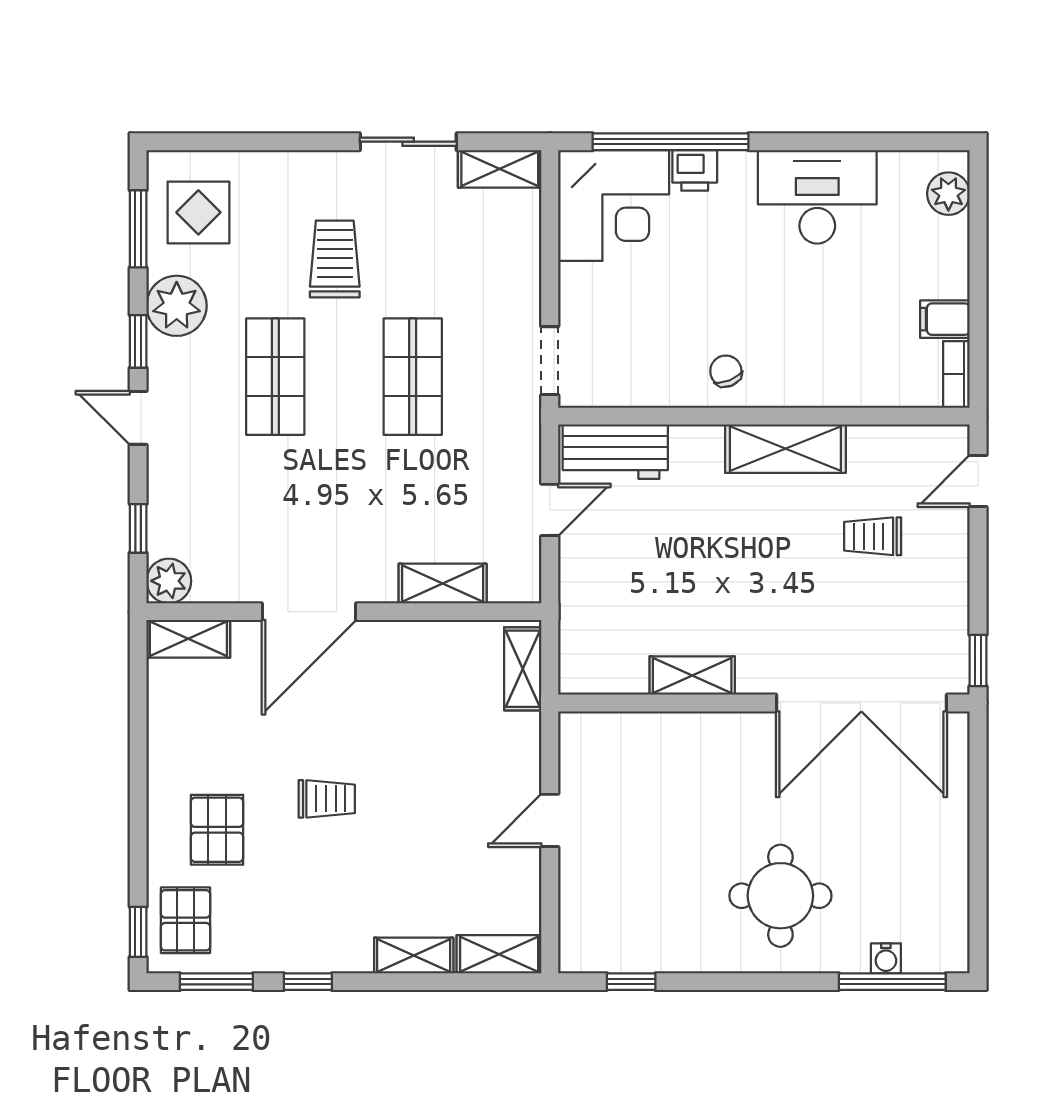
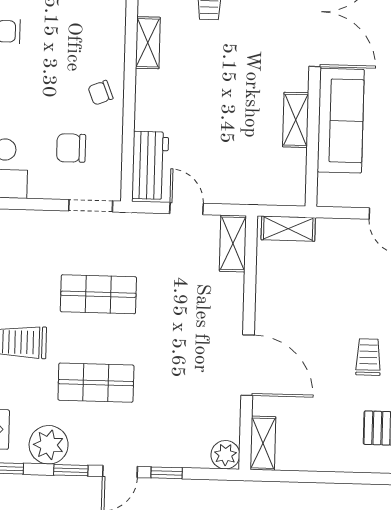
chair: (639, 328) -> (71, 148), added
shelving: (785, 449) -> (148, 43), width x0.67, depth x0.75
window: (138, 528) -> (167, 473), moved
shelving: (443, 583) -> (233, 243), moved
sofa: (693, 746) -> (341, 121), added

